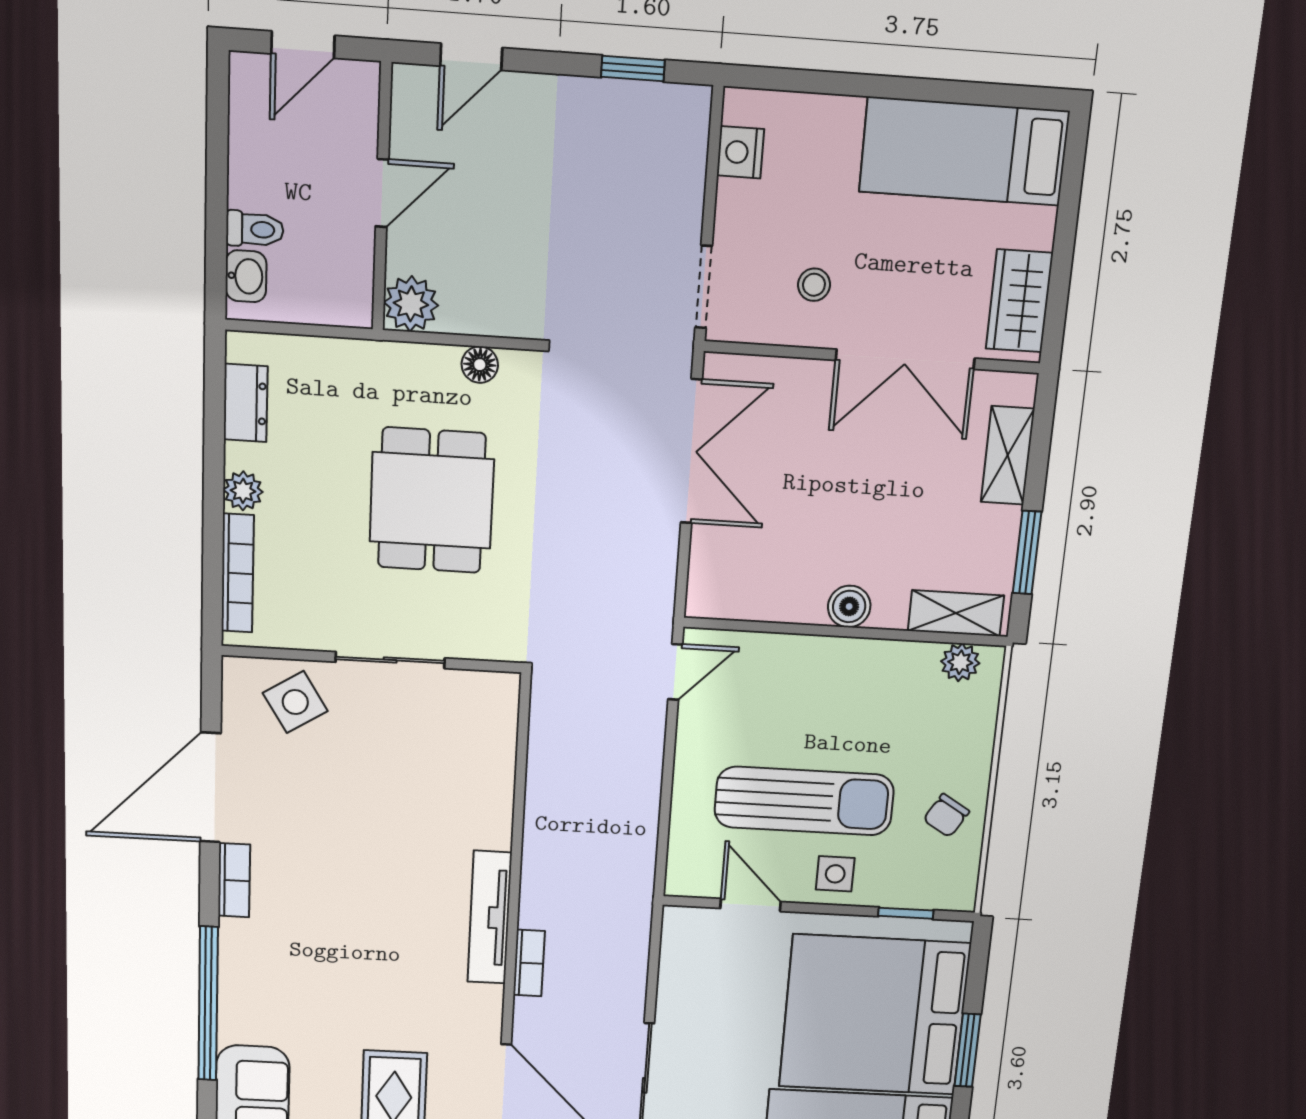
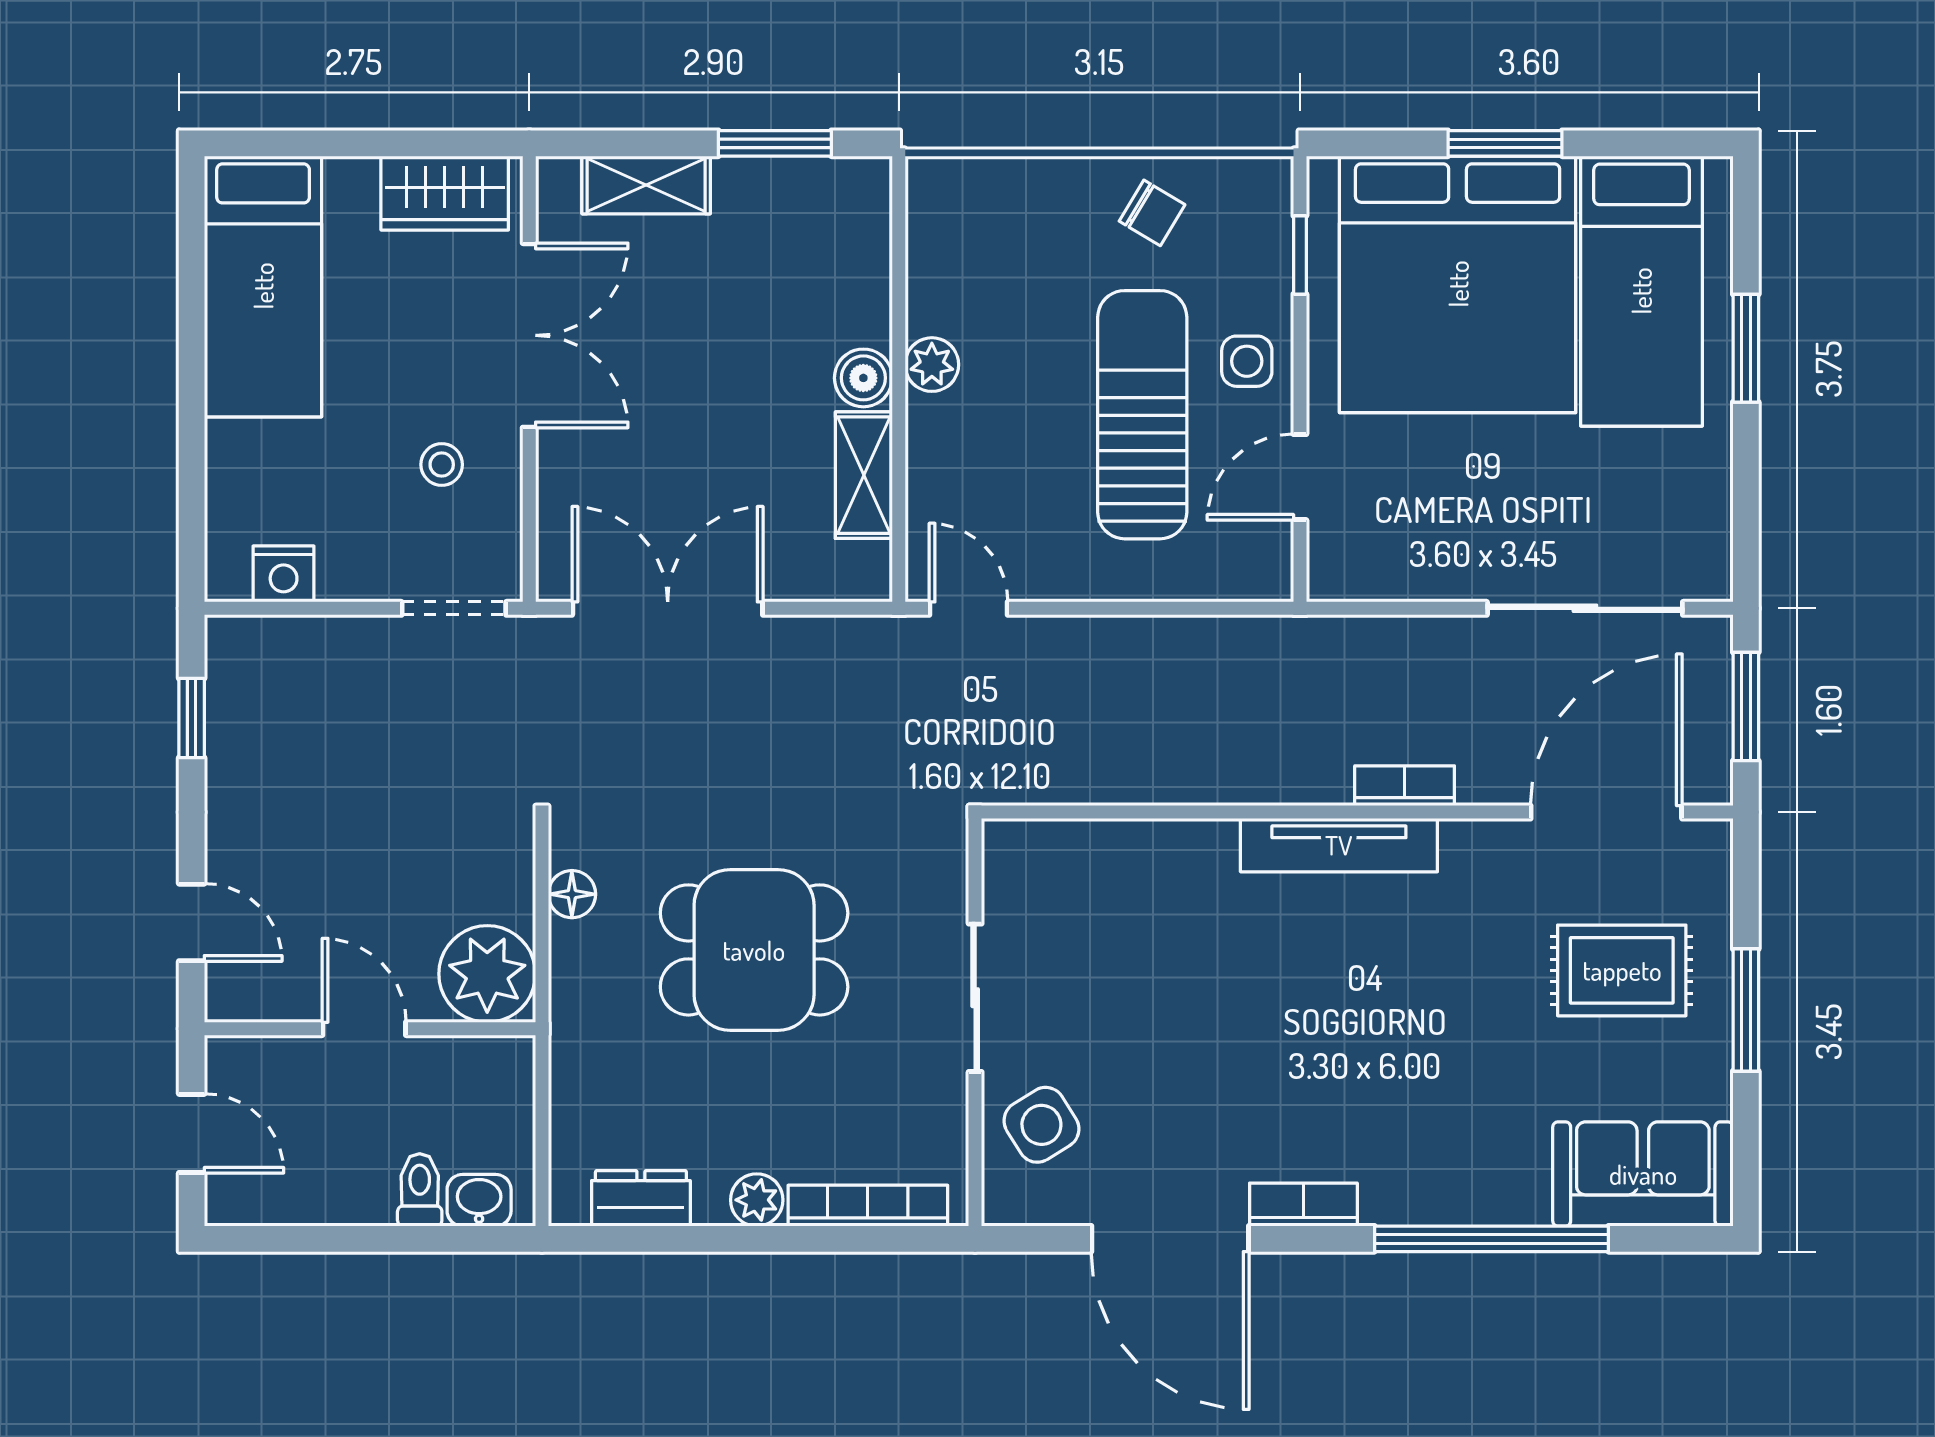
plant: (411, 304) -> (487, 974), width x1.36, depth x1.36
shelving: (956, 613) -> (864, 475), moved
plant: (960, 662) -> (932, 365), moved

